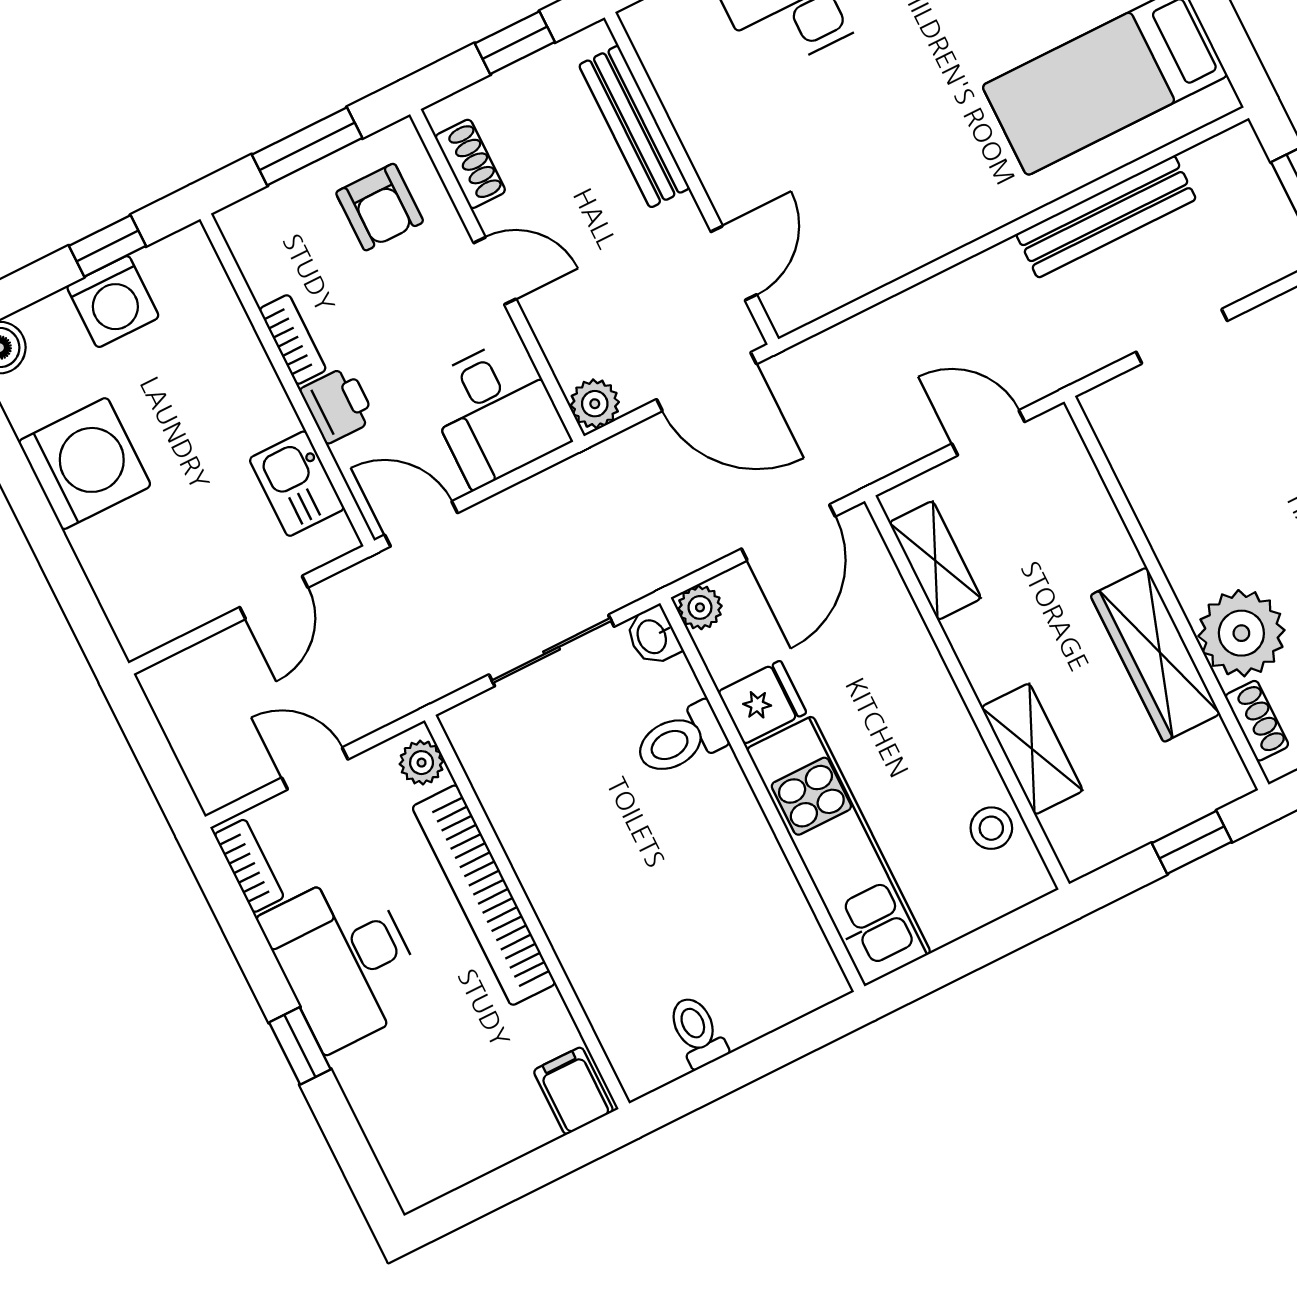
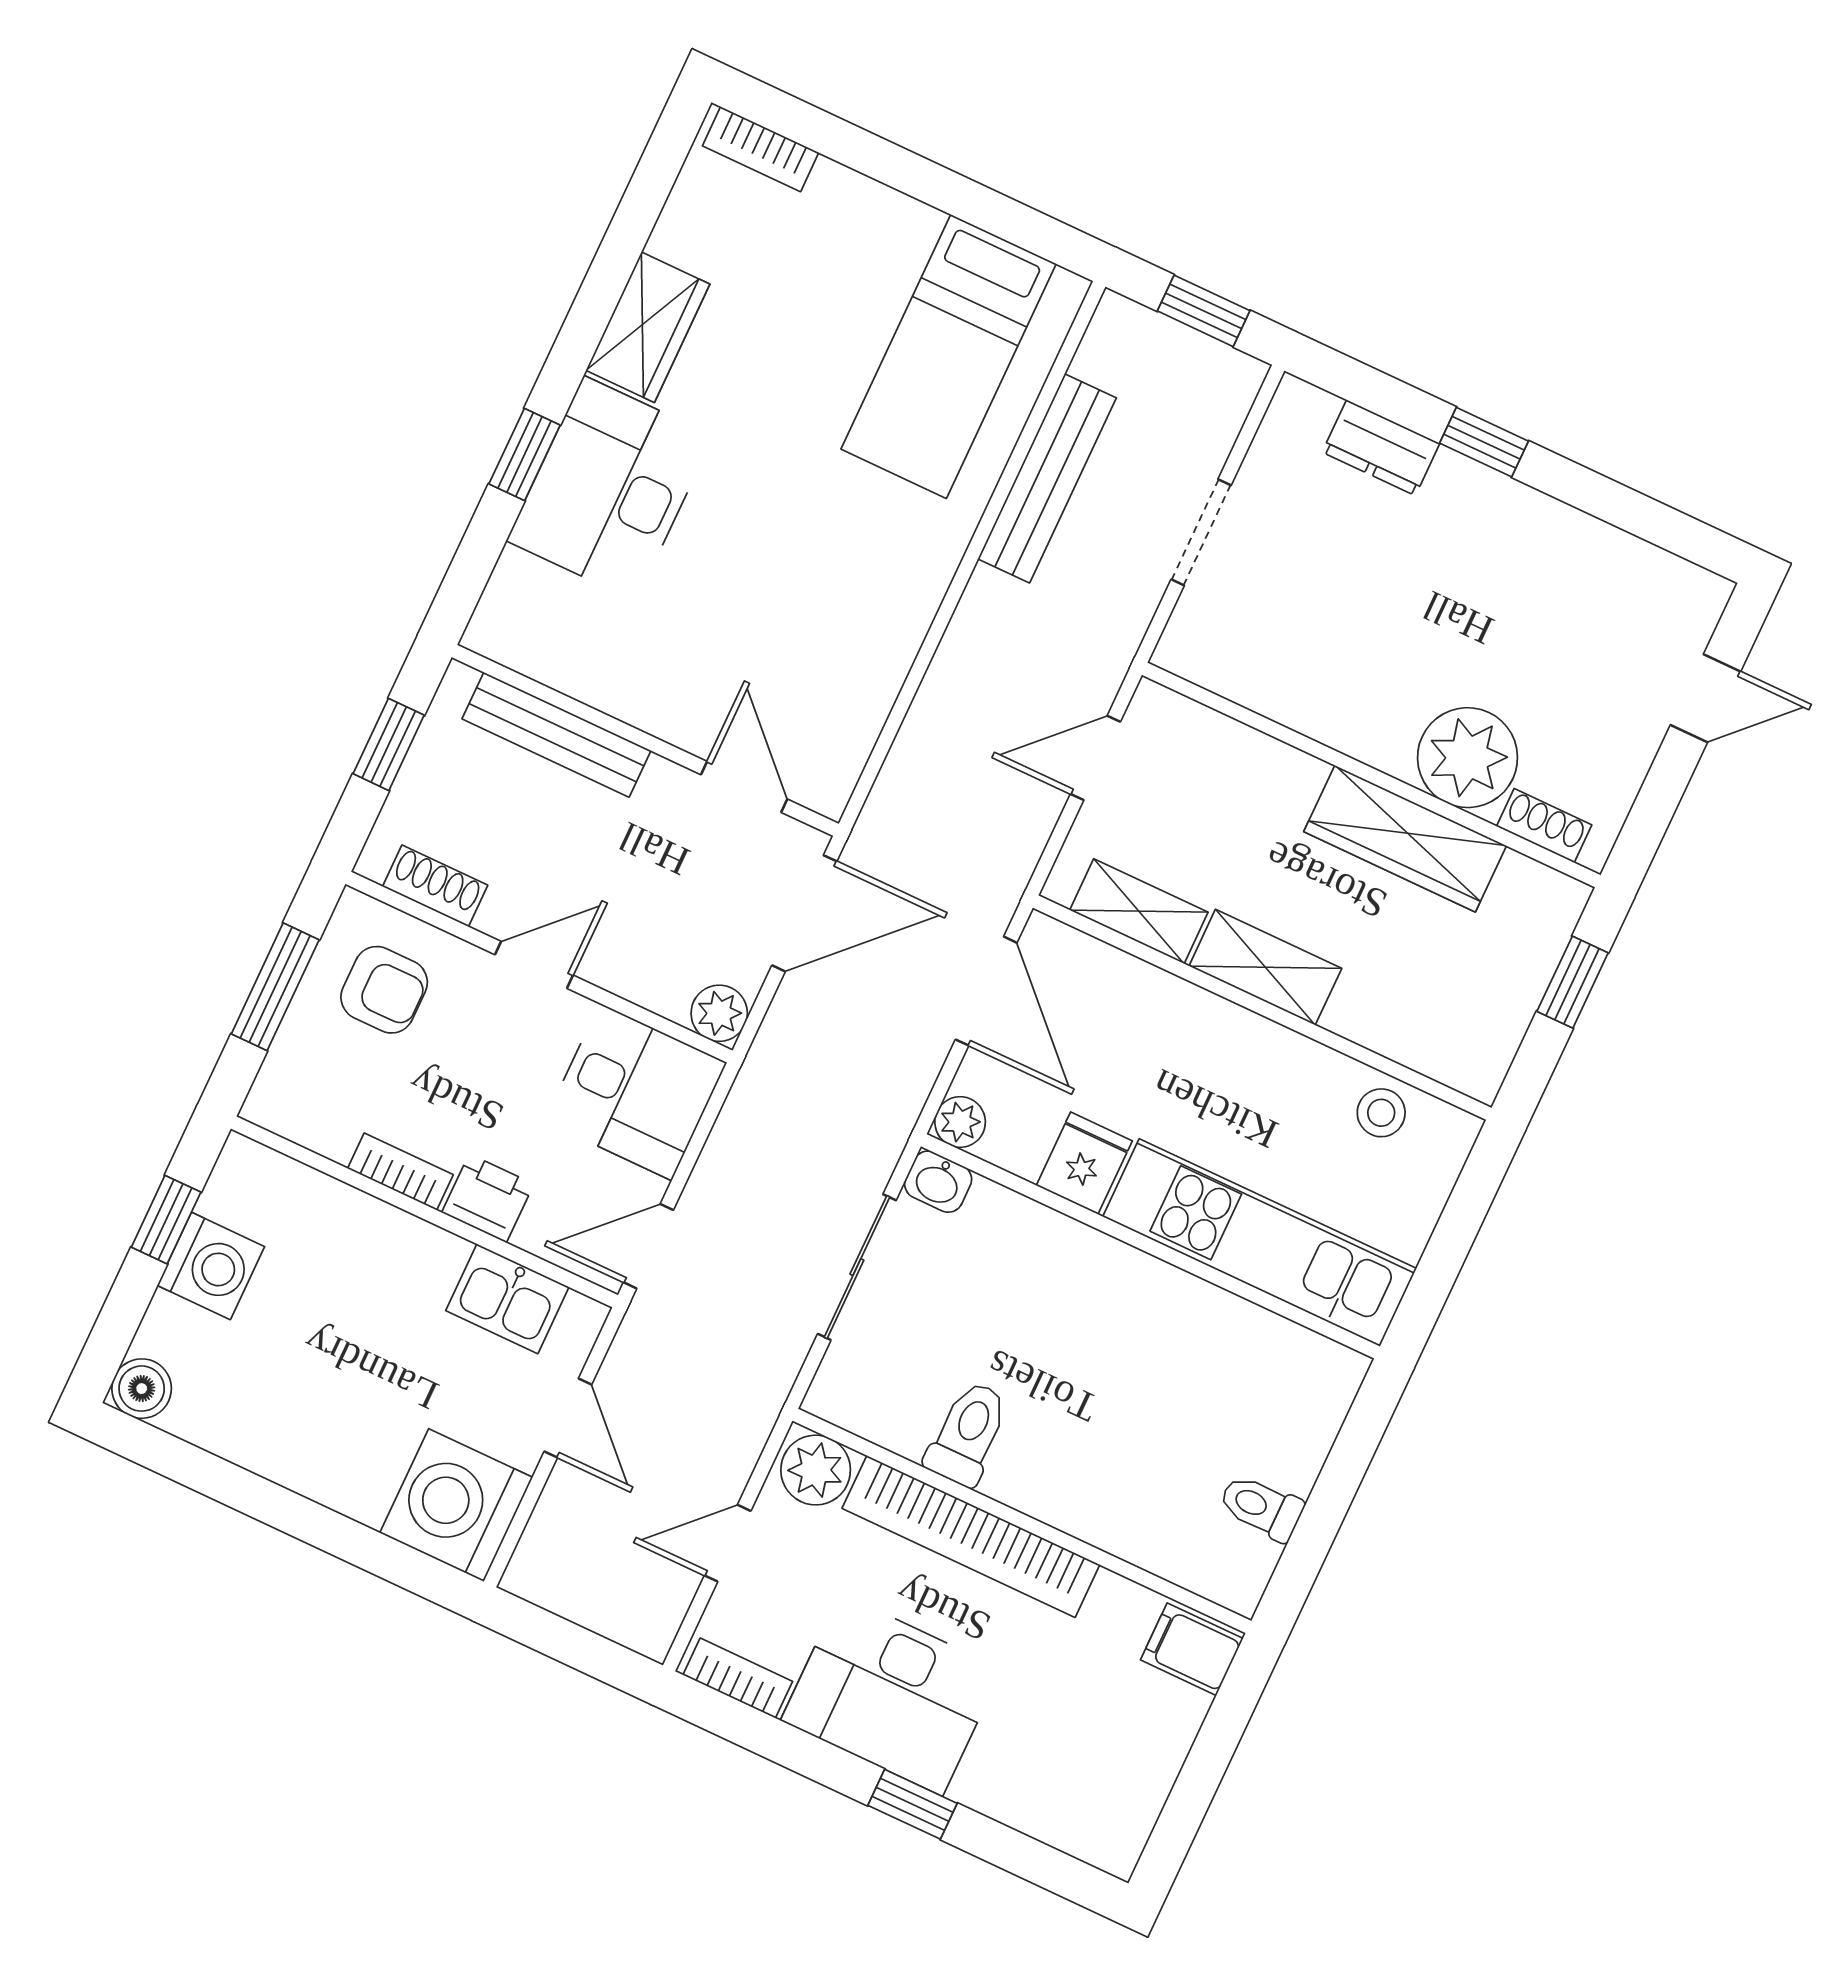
washing machine: (85, 464) -> (456, 1505), moved, turned -90
toilet: (680, 740) -> (968, 1433), moved, turned 180
shelving: (1032, 749) -> (1265, 967), moved
plant: (422, 763) -> (816, 1470), width x1.38, depth x1.38

